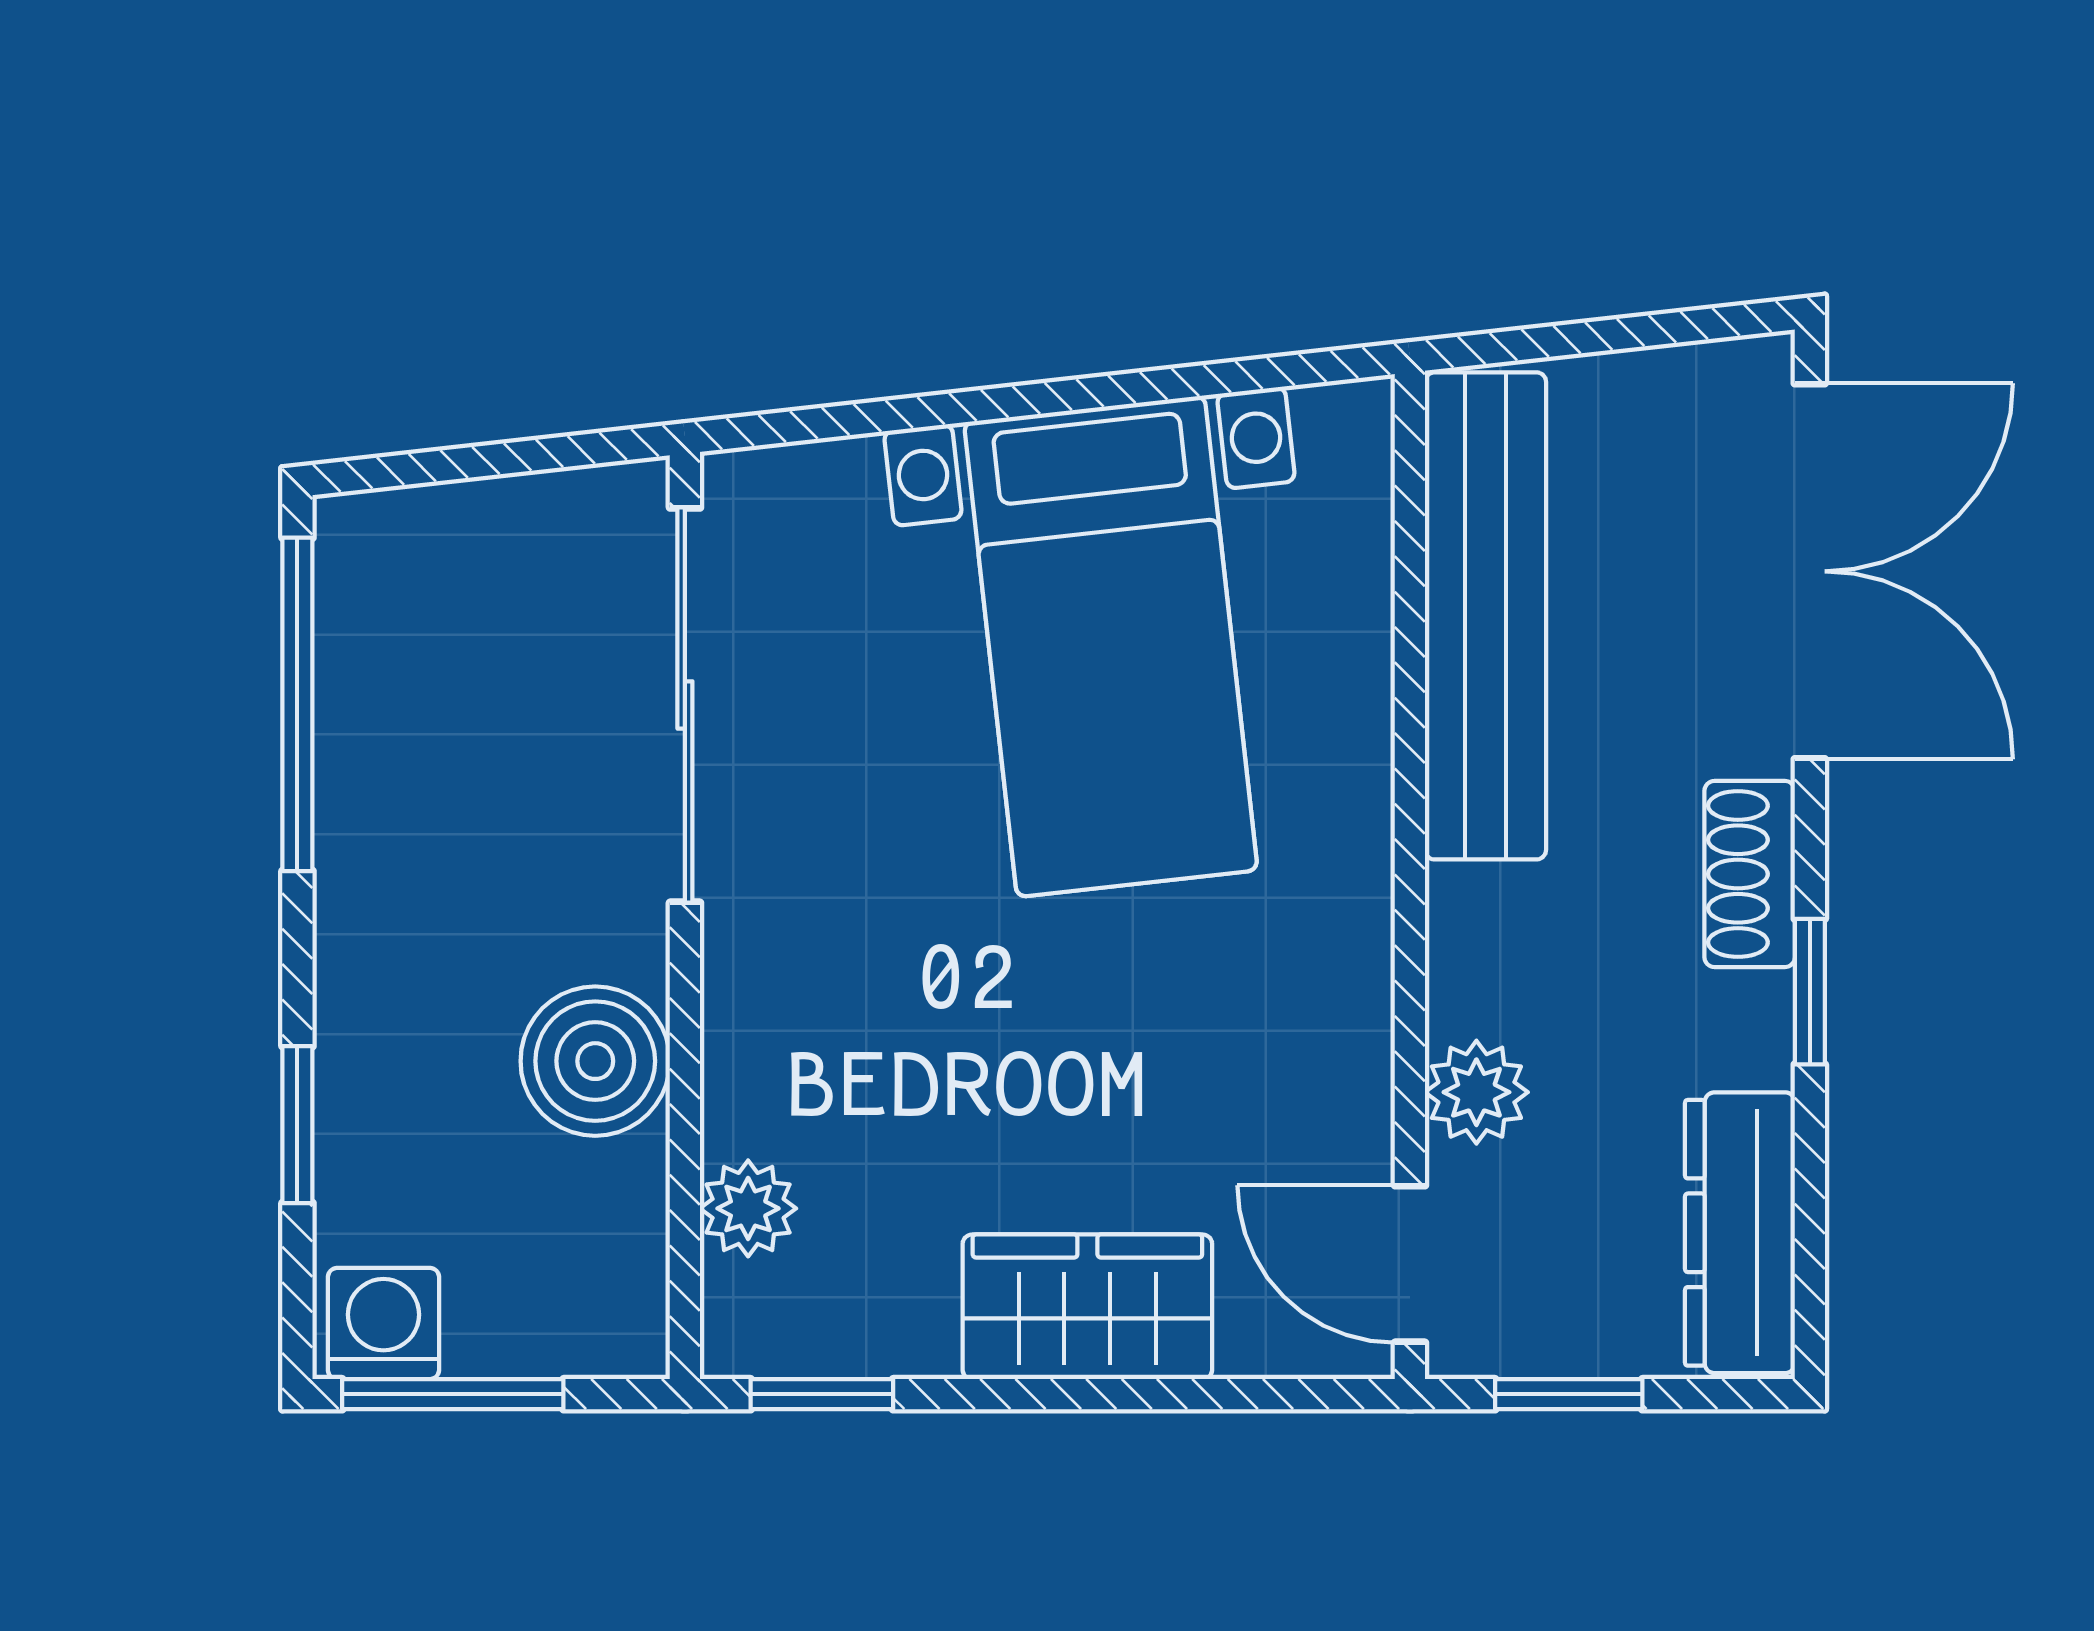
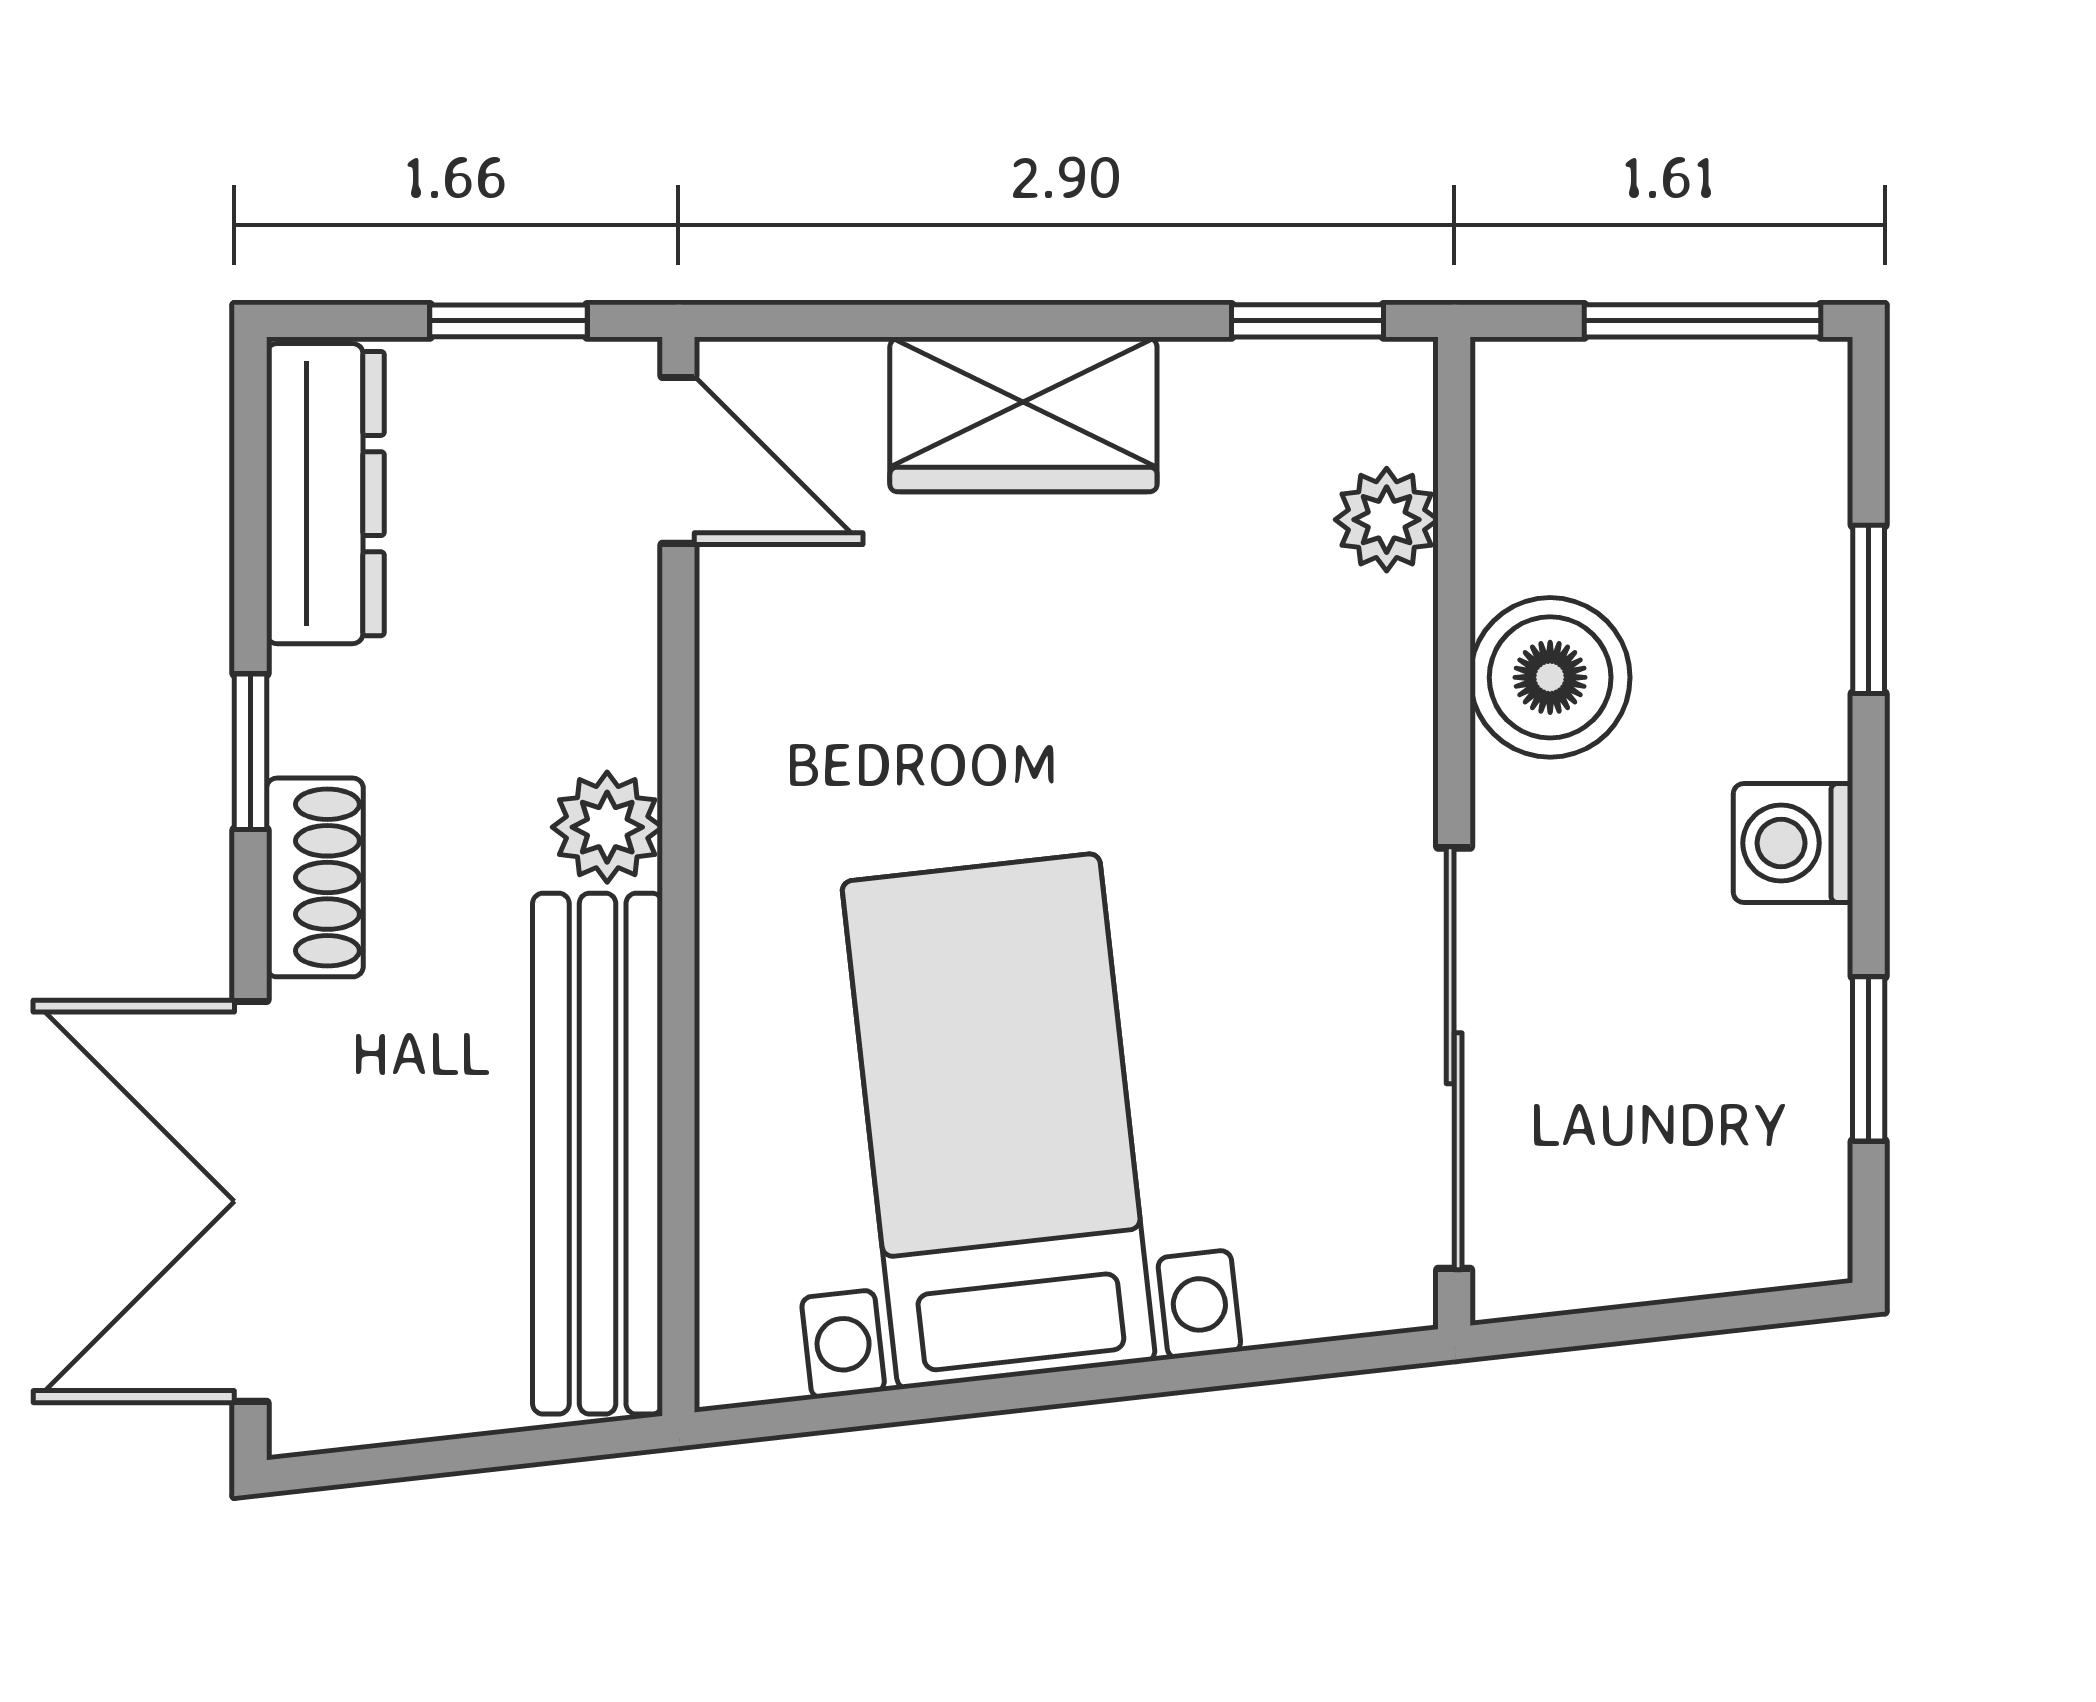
window: (297, 704) -> (1869, 1059), width x0.46
plant: (1476, 1092) -> (607, 827), moved
washing machine: (383, 1324) -> (1793, 843), moved, turned 90

